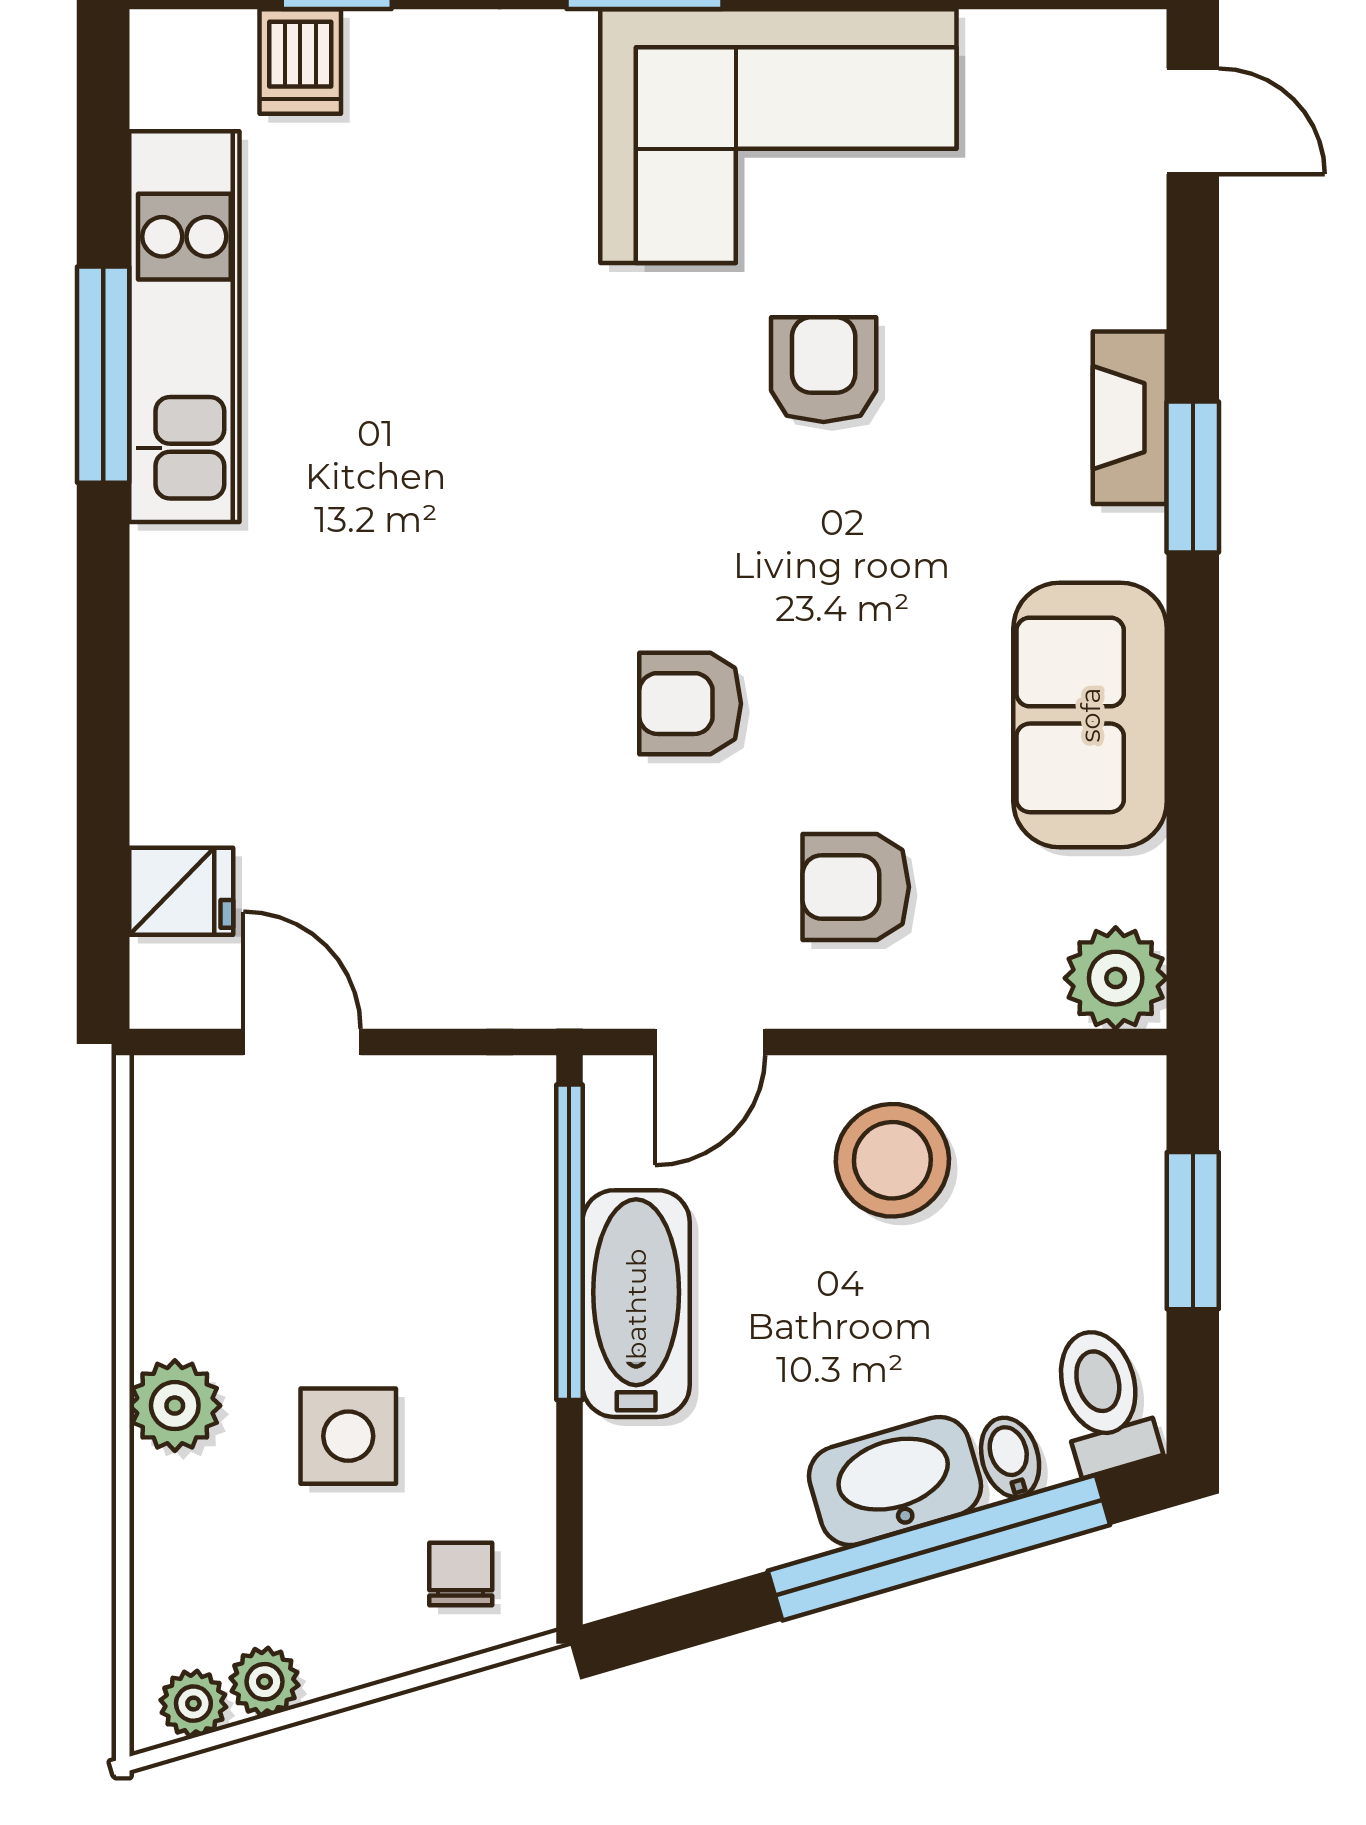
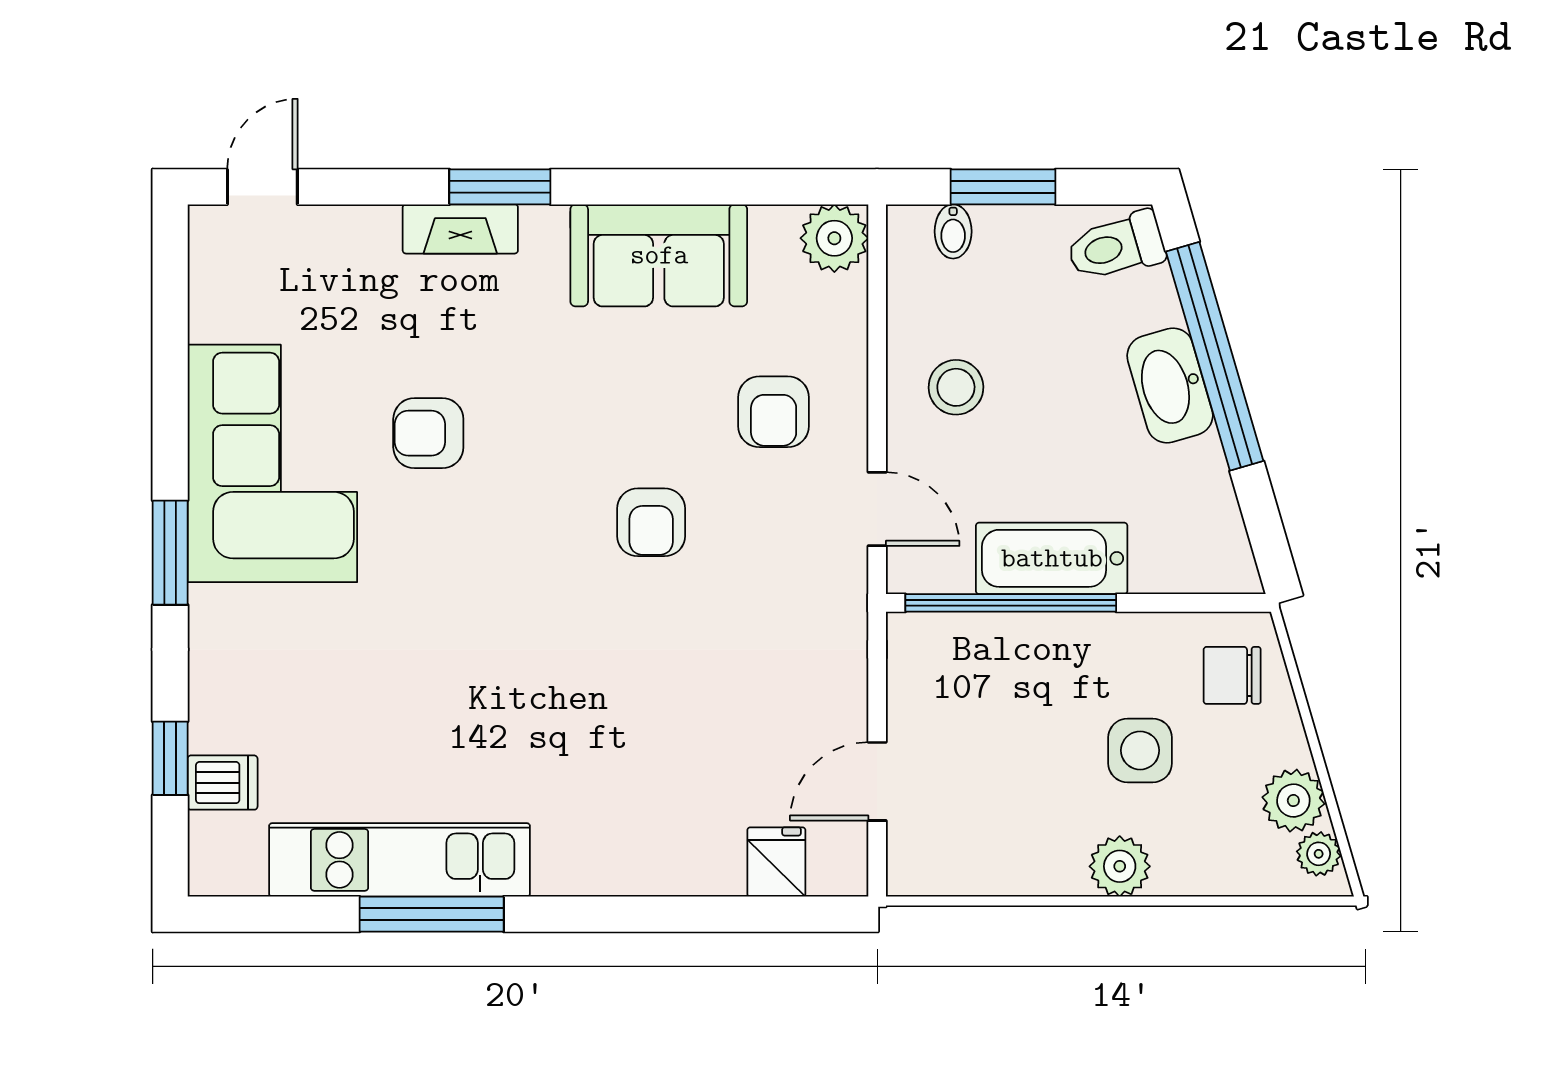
stool: (892, 1160) -> (956, 387), width x0.73, depth x0.73
bidet: (1010, 1457) -> (953, 231), moved, turned -74
chair: (461, 1574) -> (1232, 675), width x1.37, depth x1.37
plant: (264, 1682) -> (1293, 801), width x1.38, depth x1.38

